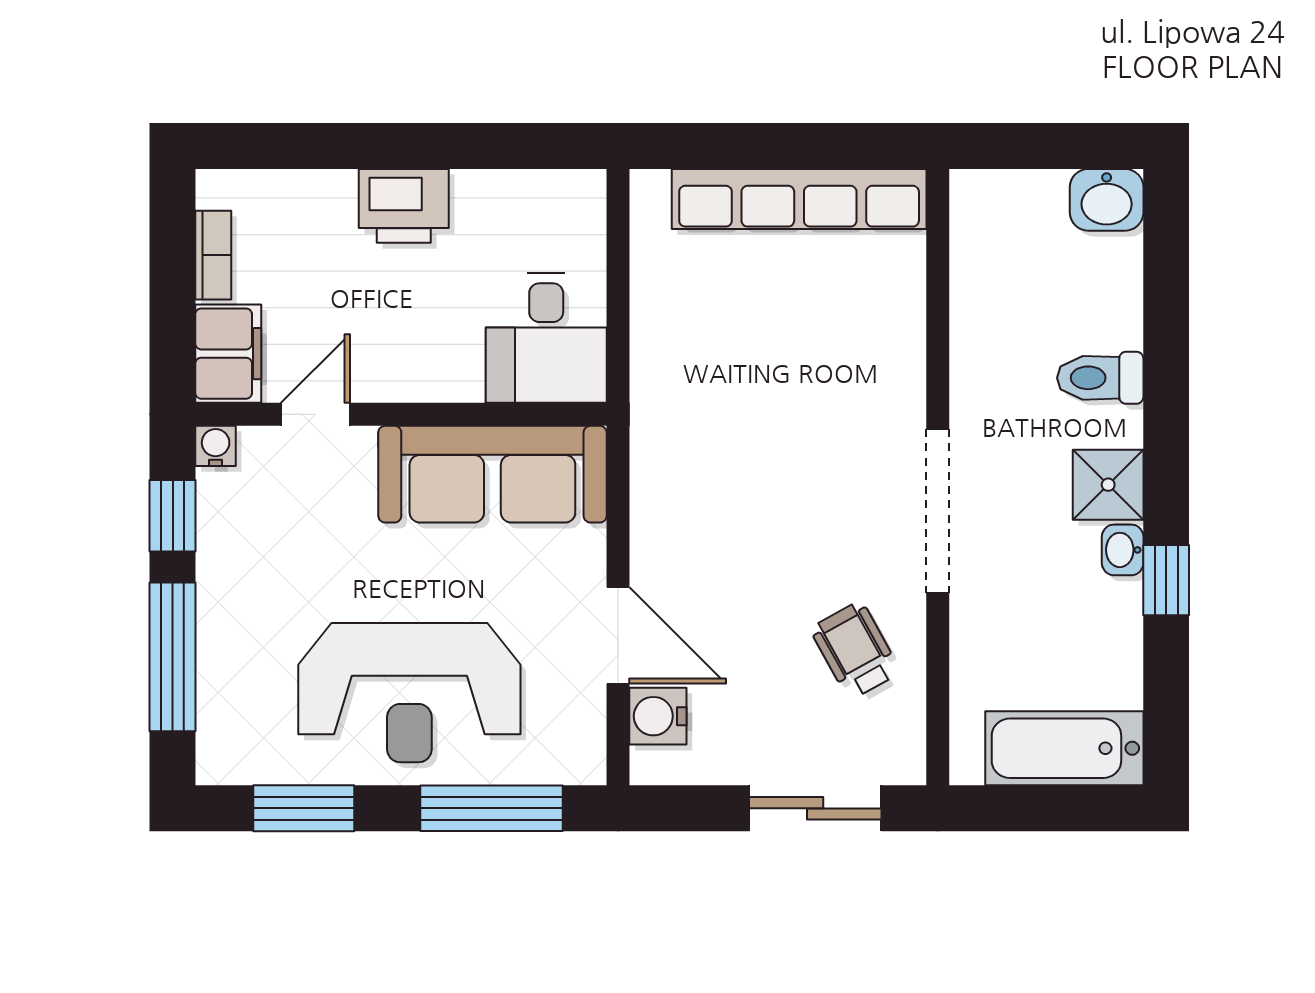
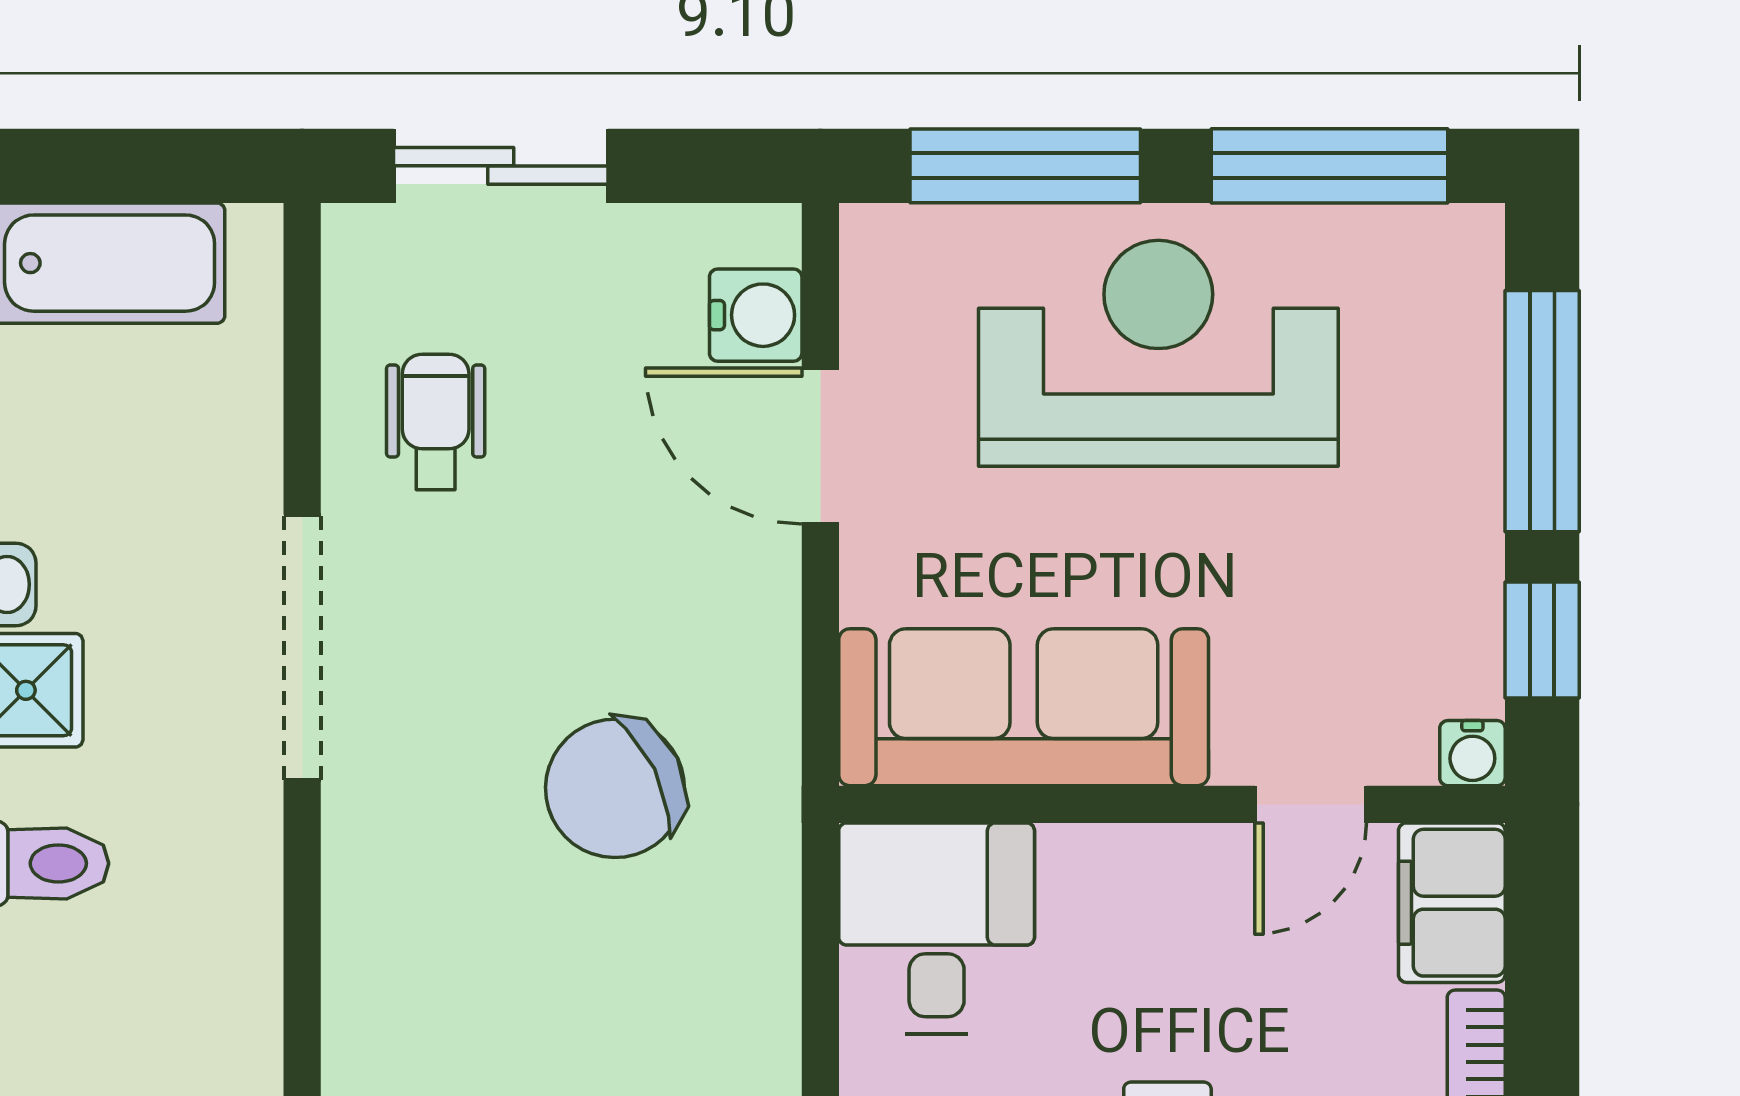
chair: (745, 424) -> (615, 788), added
wheelchair: (855, 650) -> (436, 422), turned -151
window: (304, 808) -> (1330, 166), width x1.44

